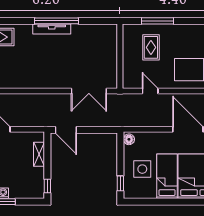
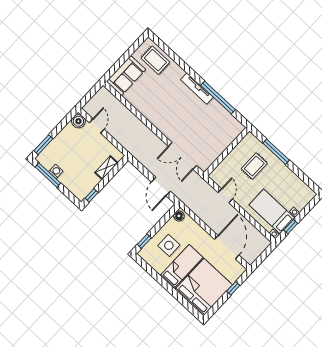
window: (56, 21) -> (218, 98), moved
door: (66, 130) -> (161, 187), moved

